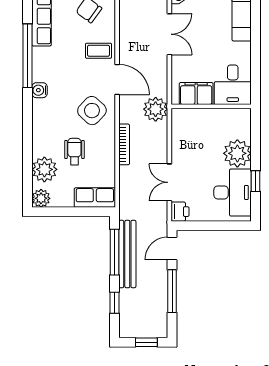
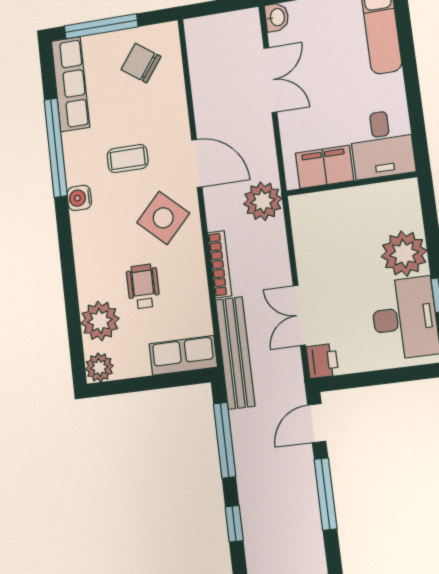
coffee table: (99, 51) -> (128, 159), moved
bench: (127, 254) -> (235, 353), moved

